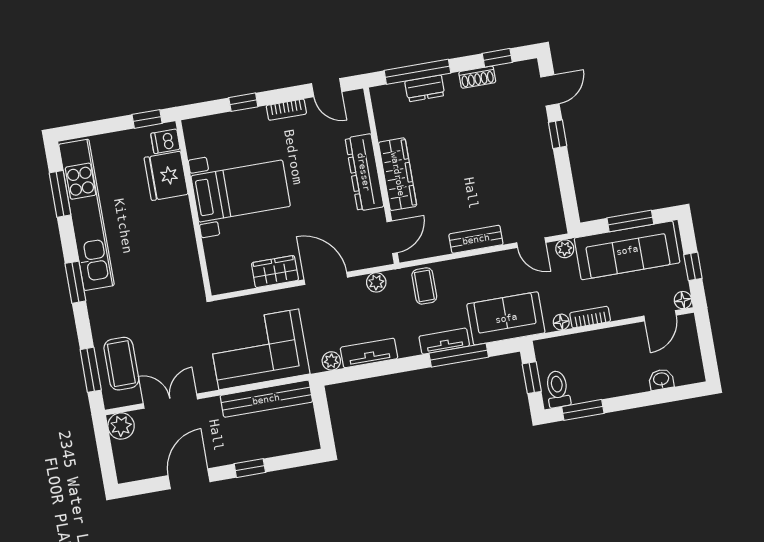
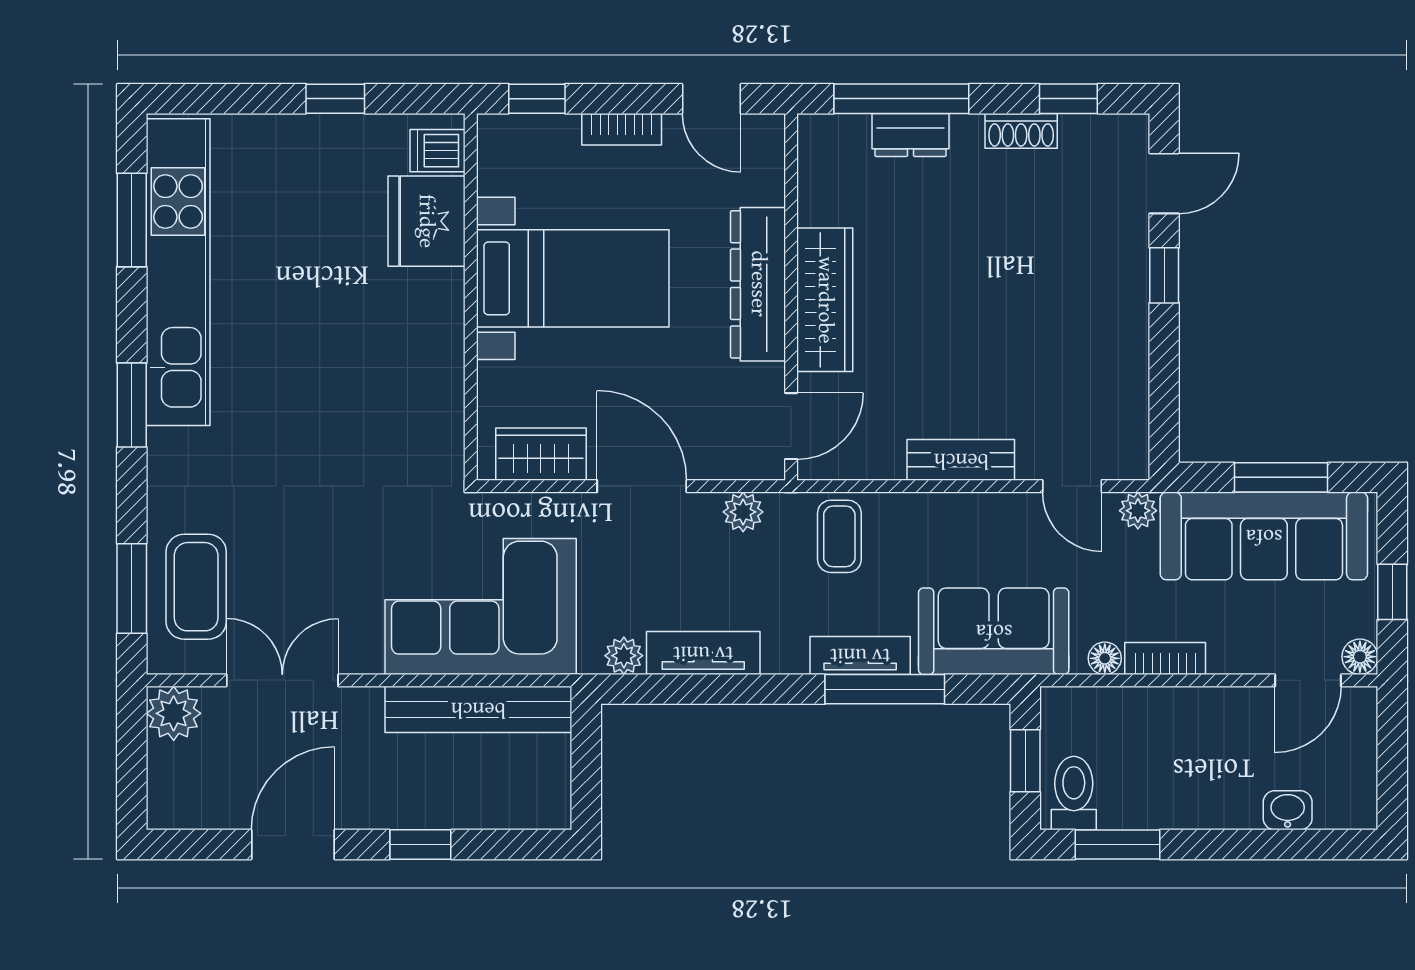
dishwasher: (165, 141) -> (437, 151), moved
fridge: (166, 176) -> (426, 221), moved
bed with nightstands: (241, 191) -> (573, 278), moved
wall: (193, 208) -> (471, 297), moved

